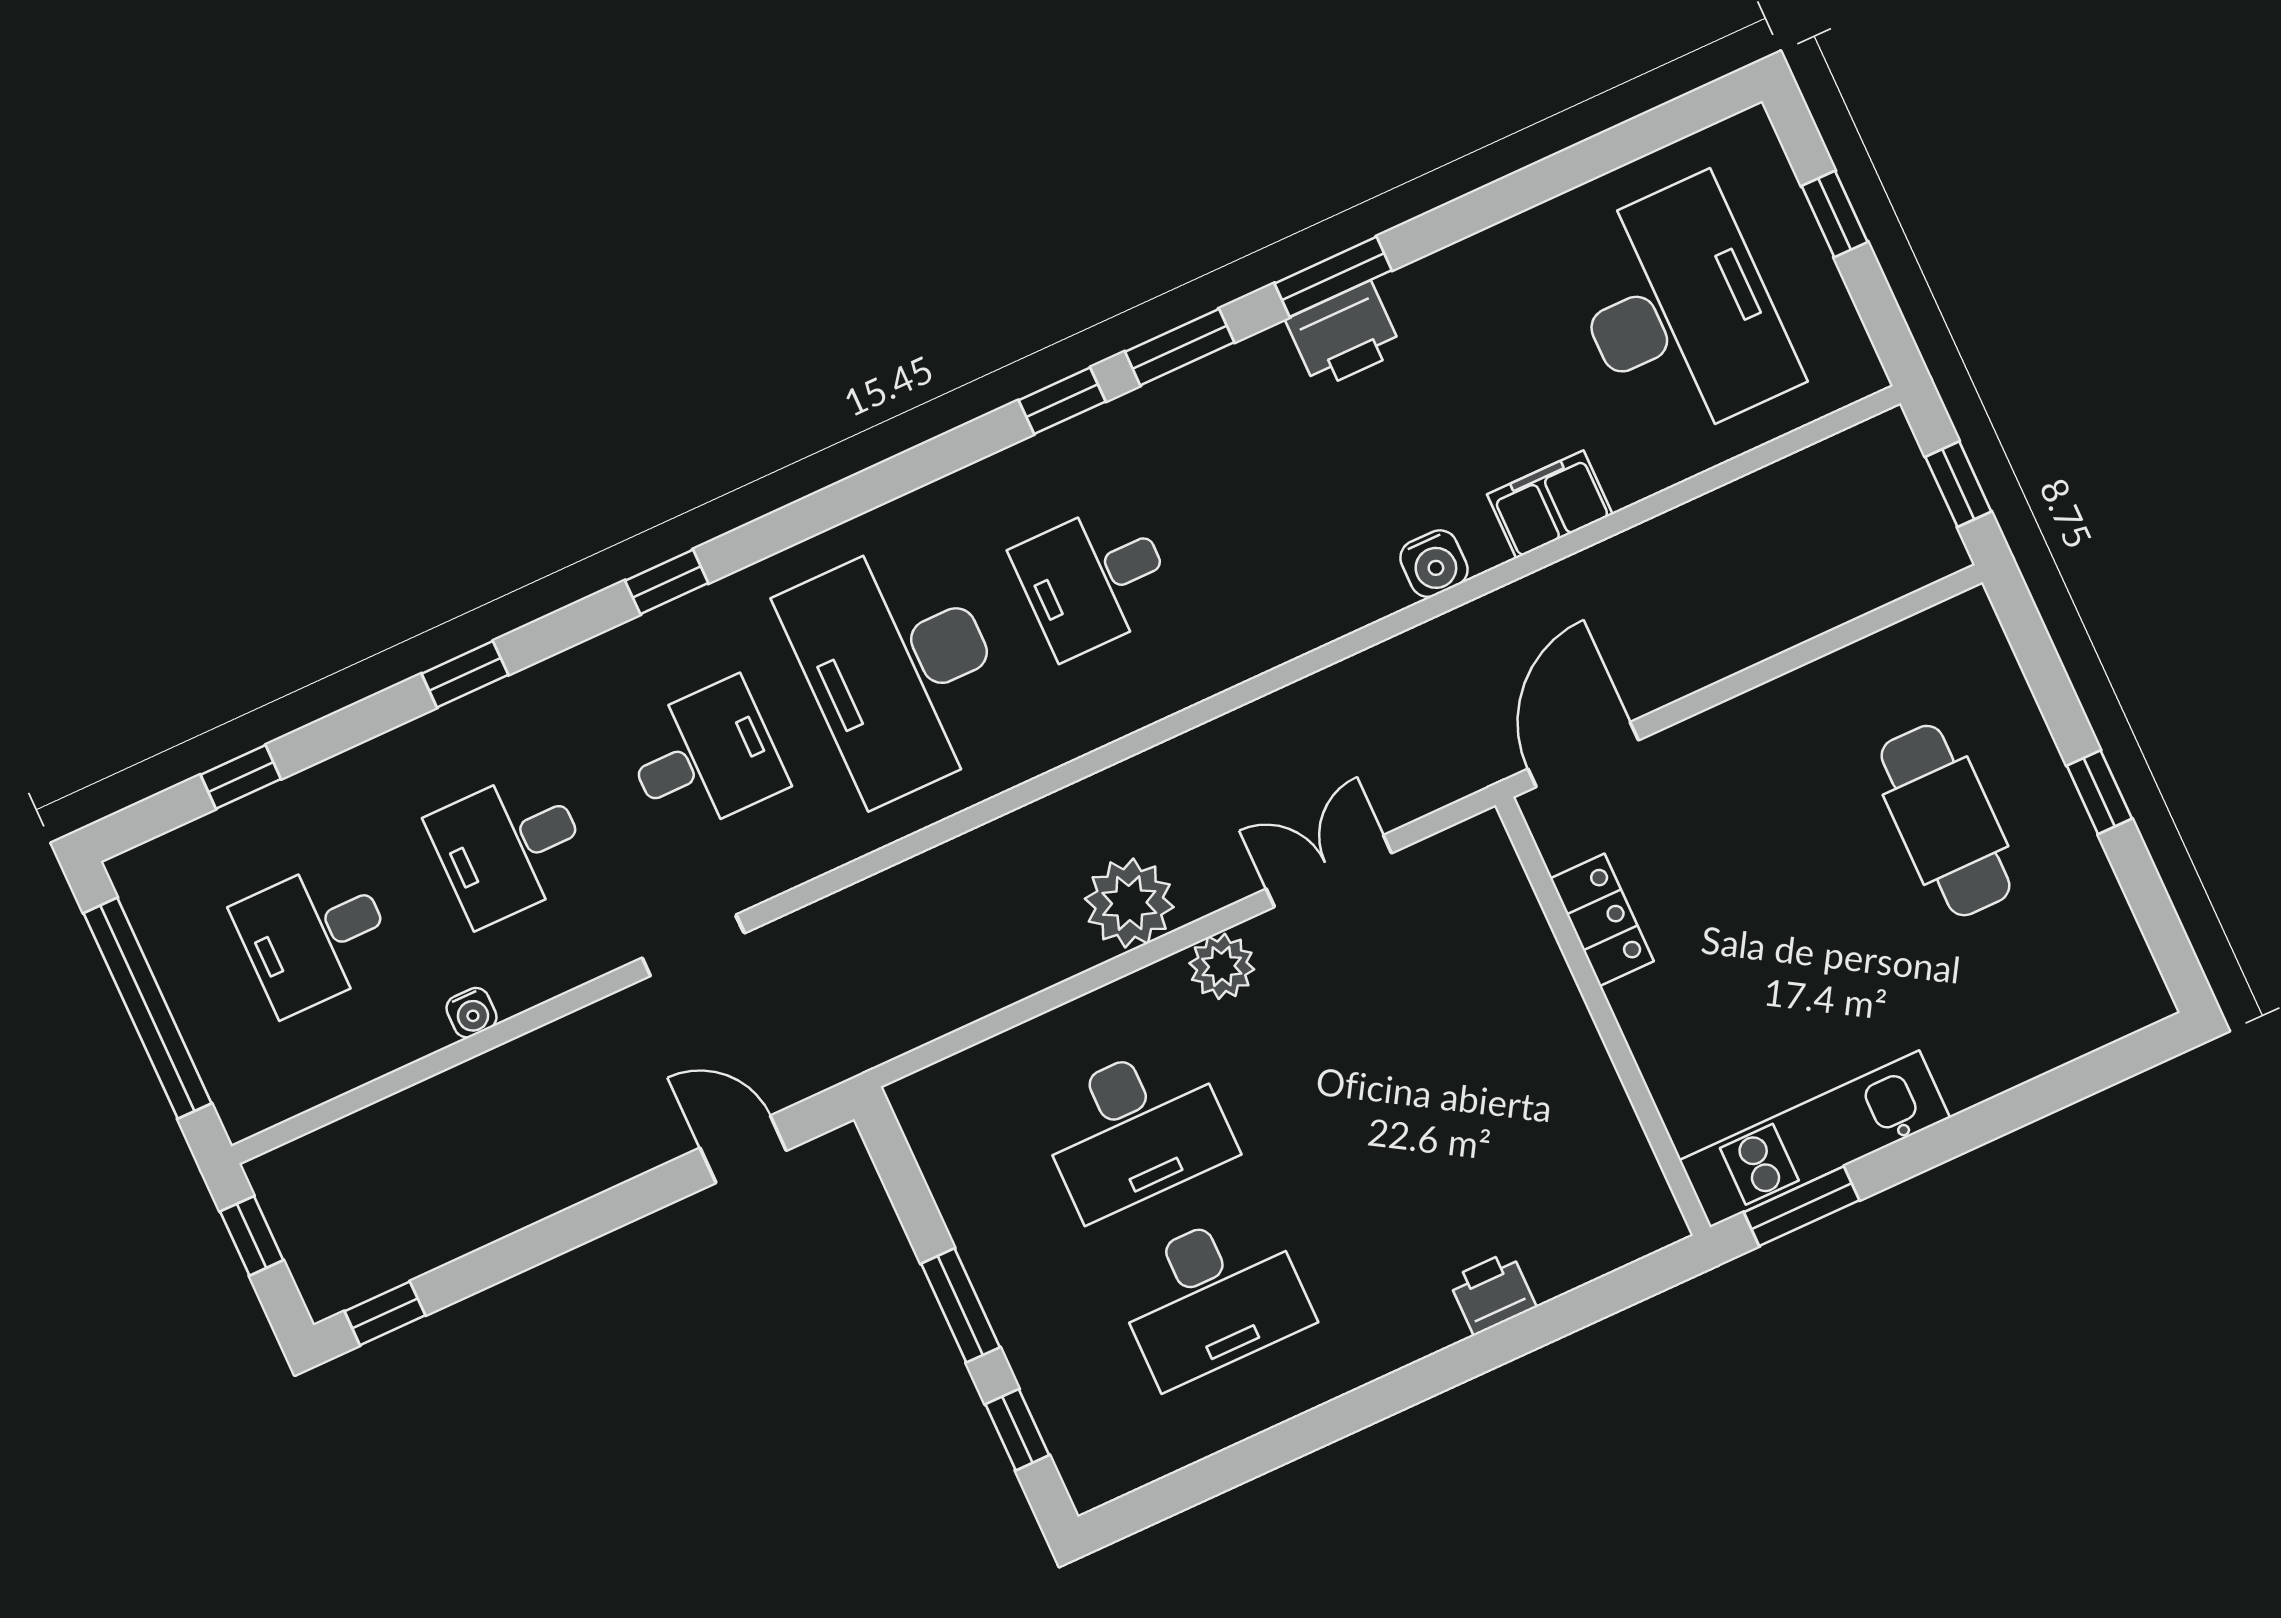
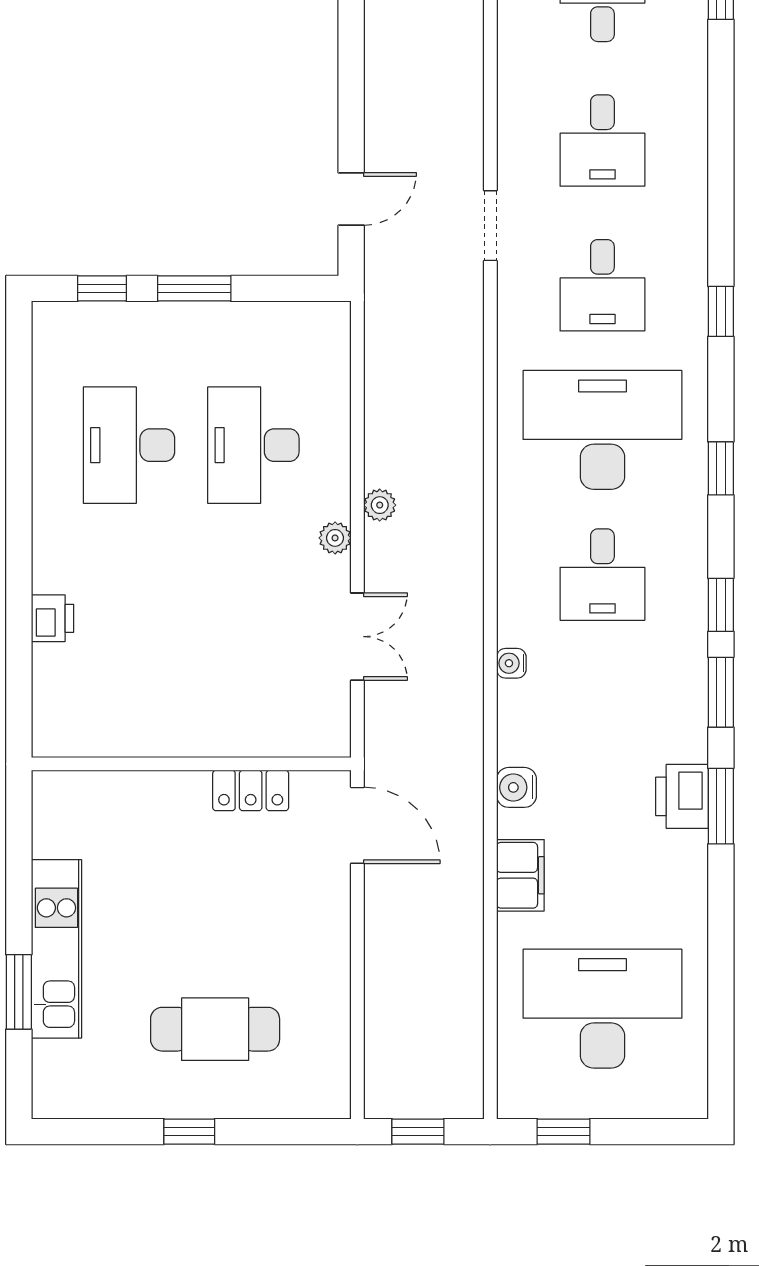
window: (1835, 214) -> (563, 1132), moved
desk: (1679, 311) -> (602, 1009), turned 180
desk: (1094, 579) -> (602, 575), turned 180
window: (465, 674) -> (721, 468), moved
desk: (510, 847) -> (602, 141), turned 180
plant: (1129, 903) -> (380, 505), width x0.53, depth x0.53
plant: (1222, 966) -> (335, 538), width x0.73, depth x0.73
water cooler: (471, 1013) -> (511, 663), moved
kitchen unit: (1815, 1139) -> (56, 949), moved
window: (1802, 1206) -> (19, 992), moved

